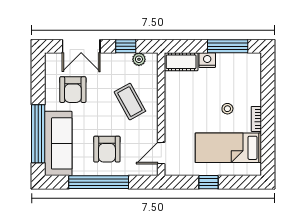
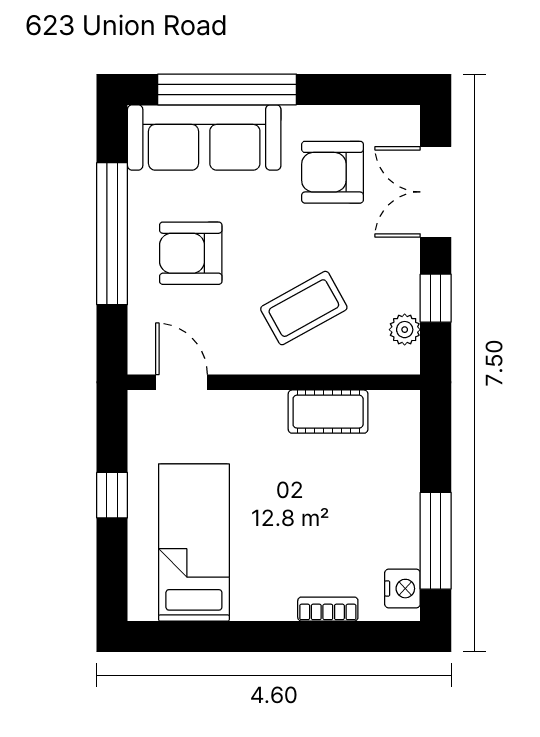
nightstand: (207, 60) -> (402, 589), moved
cot: (181, 62) -> (328, 412), moved, turned 90
stool: (227, 109) -> (287, 540), removed
bookcase: (256, 119) -> (328, 609), moved

